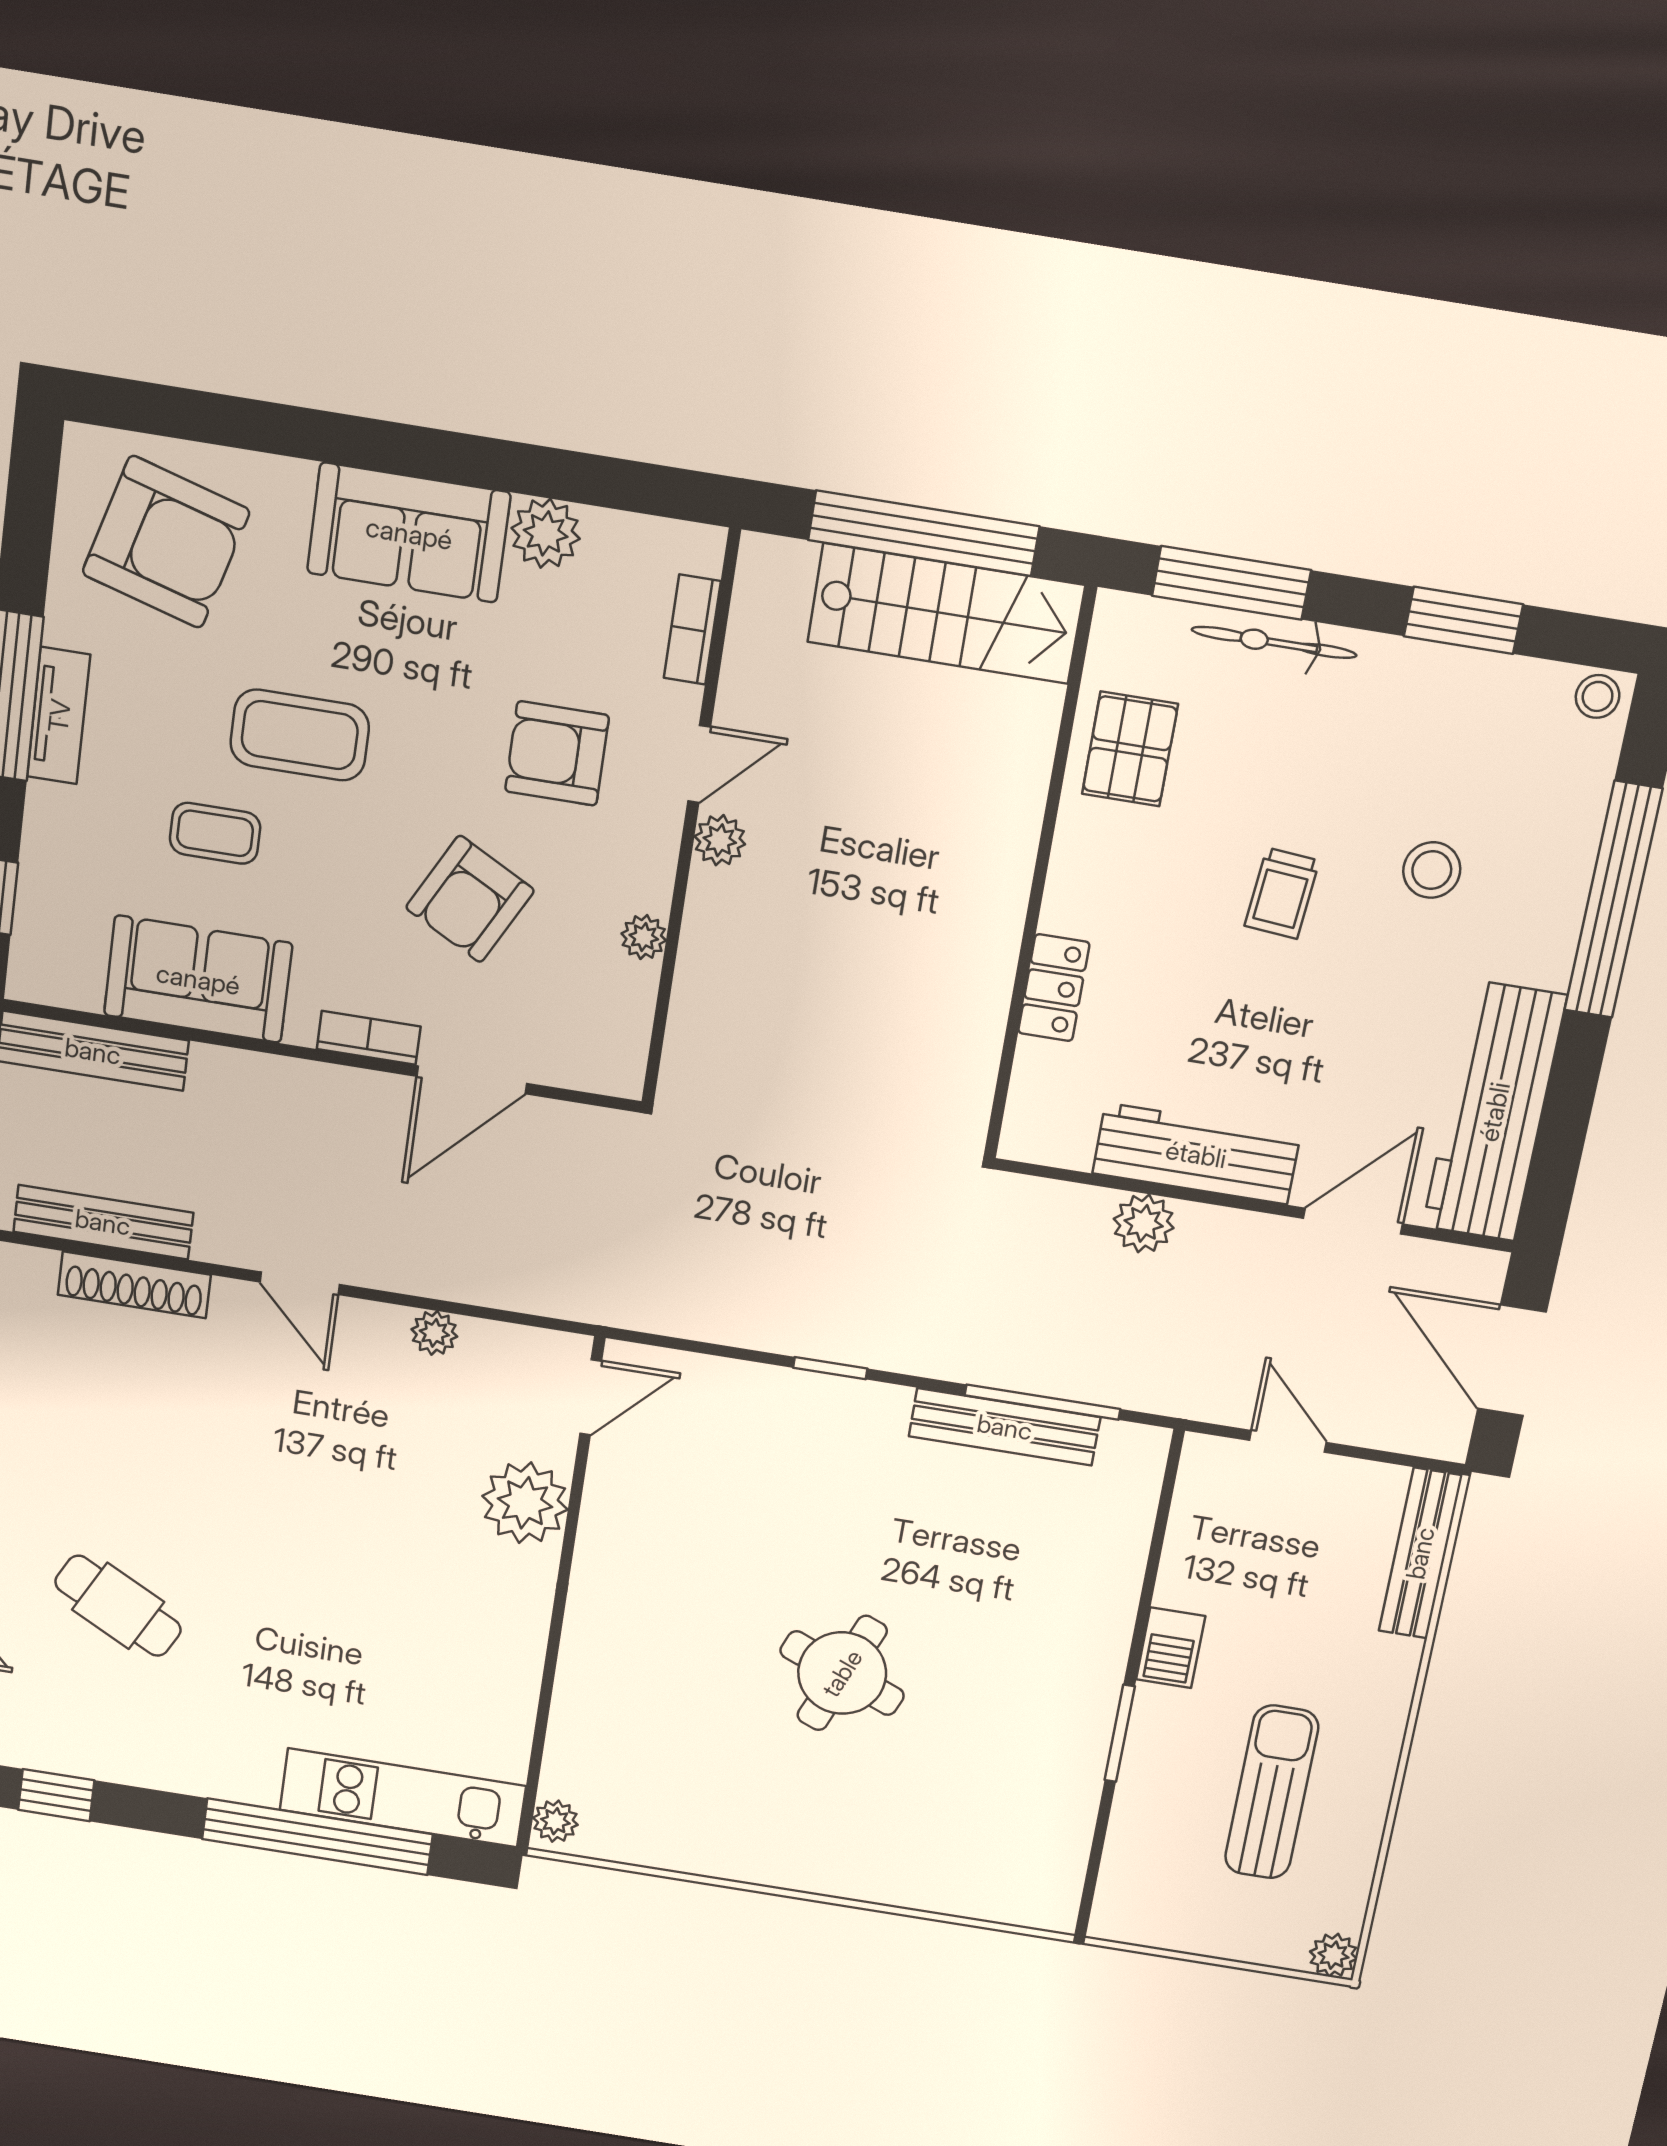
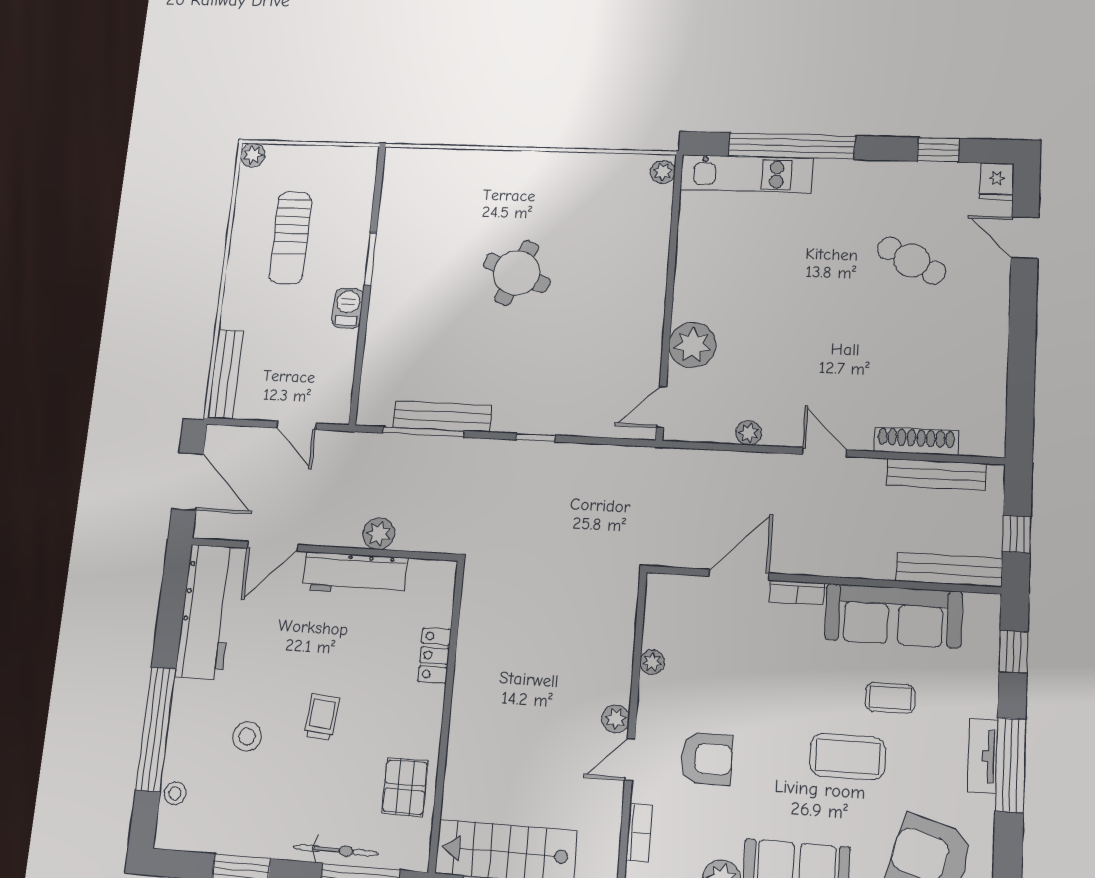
stool: (1598, 696) -> (175, 793), moved
armchair: (470, 899) -> (747, 674), removed
sofa: (198, 979) -> (893, 616), width x1.36

